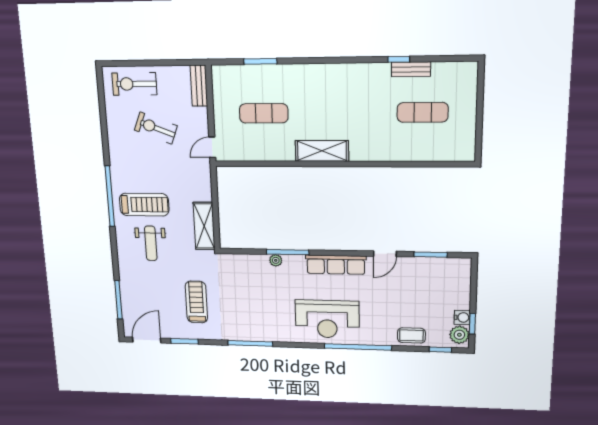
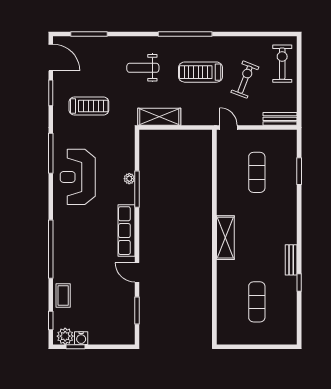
bench: (411, 69) -> (291, 260), moved
shelving: (322, 151) -> (225, 238), moved
treadmill: (144, 205) -> (201, 72), moved, turned 90
reception desk: (327, 319) -> (78, 177), moved

